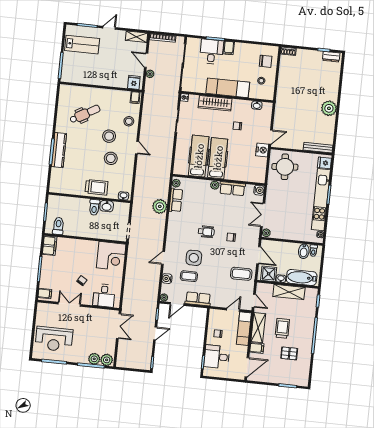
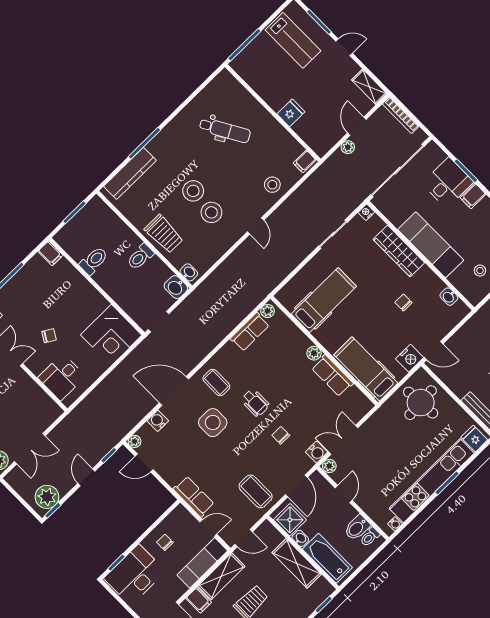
fridge: (134, 82) -> (291, 113), moved
stool: (109, 136) -> (193, 191), moved
kitchen counter: (59, 150) -> (130, 173), moved
hospital bed: (218, 158) -> (366, 369), moved, turned -90
water cooler: (259, 190) -> (317, 452), moved
washbasin: (107, 206) -> (176, 287), moved
plant: (160, 206) -> (47, 497), moved
toilet: (58, 226) -> (94, 261), moved
door: (284, 240) -> (344, 494), added
filing cabinet: (50, 246) -> (50, 253), width x0.50
door: (163, 258) -> (174, 391), width x1.87
coffee table: (189, 276) -> (216, 382), moved
row of seats: (198, 299) -> (194, 497), moved
door: (254, 301) -> (244, 538), hinge flipped
double door: (119, 326) -> (30, 449), moved
door: (155, 333) -> (86, 477), swing flipped
desk: (217, 357) -> (135, 575), width x1.37

